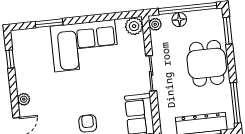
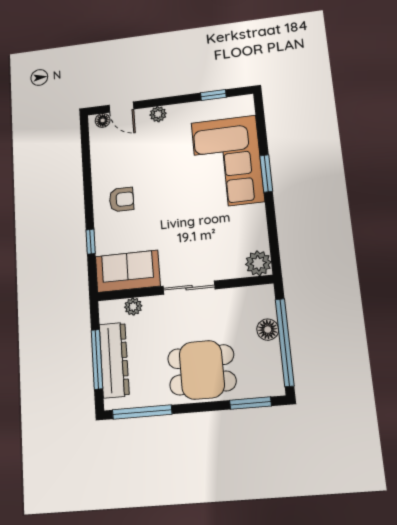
window: (49, 23) -> (266, 173), moved
plant: (155, 24) -> (133, 307), moved
corner sofa: (85, 46) -> (227, 162), moved

